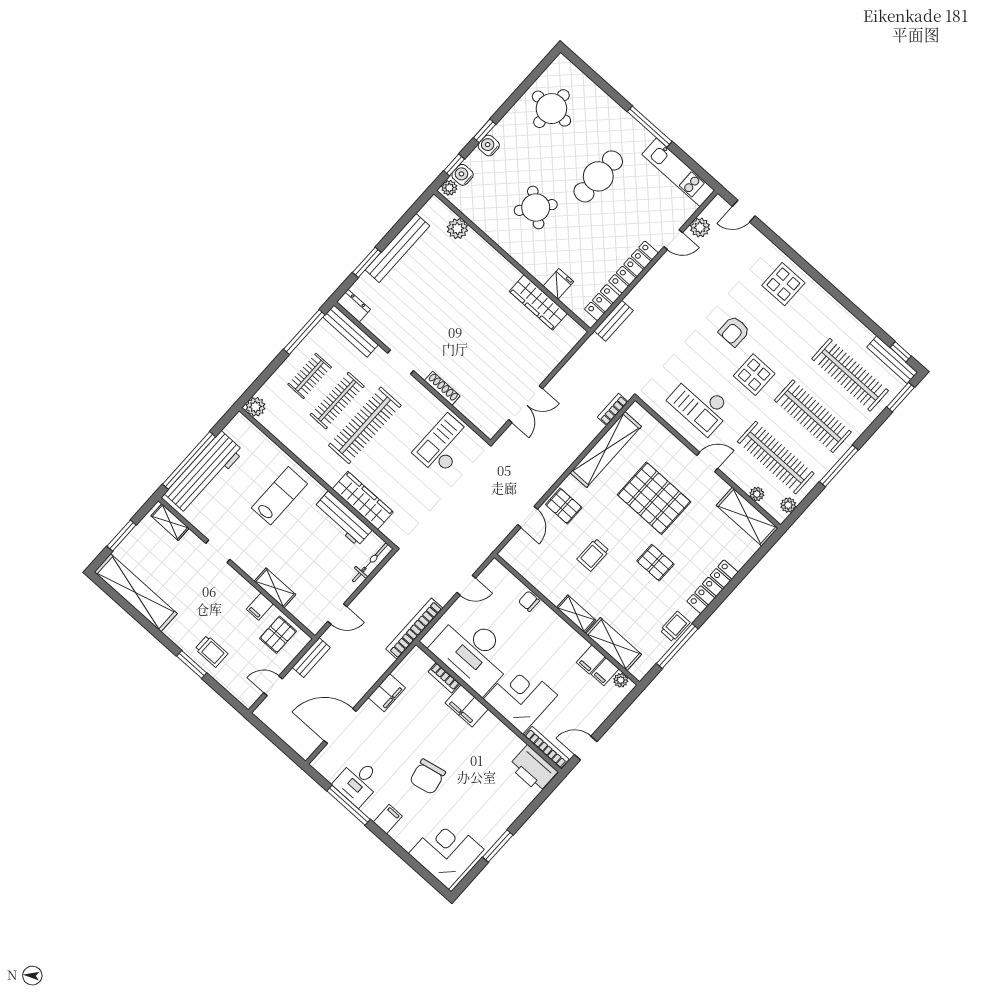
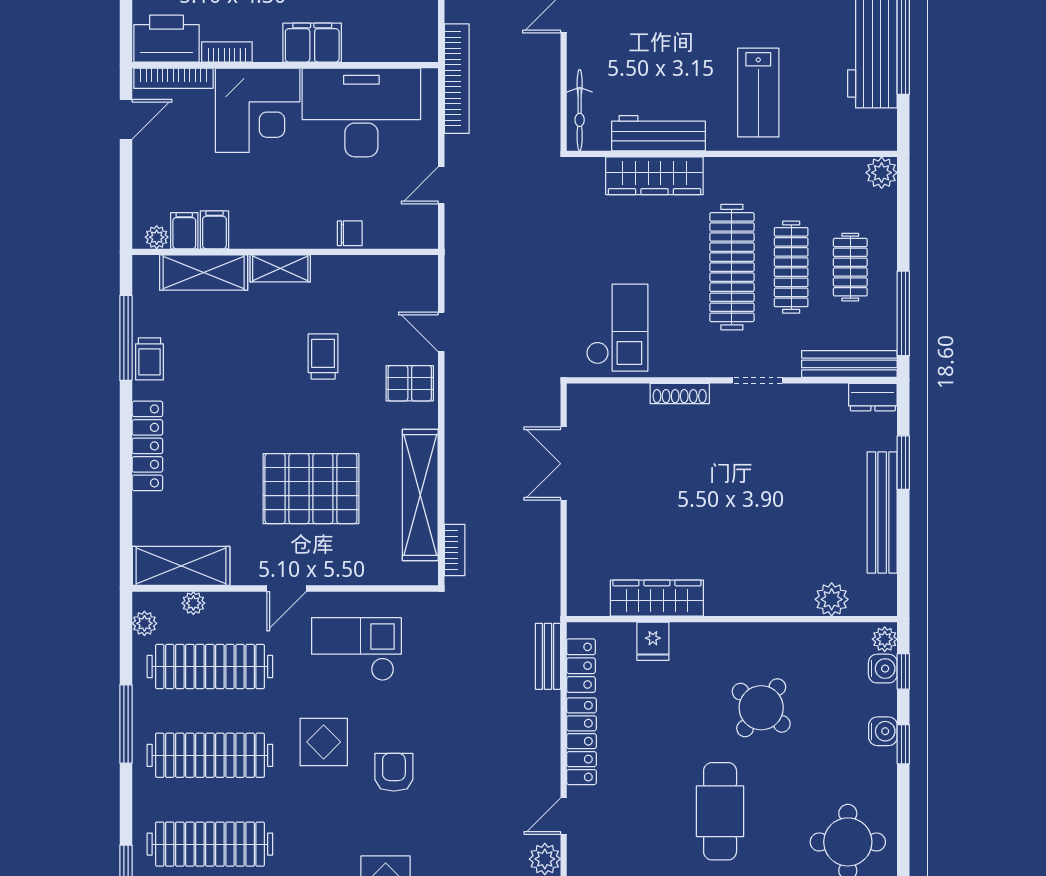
pallet: (655, 563) -> (241, 414), removed
bookcase: (444, 678) -> (227, 52), moved

